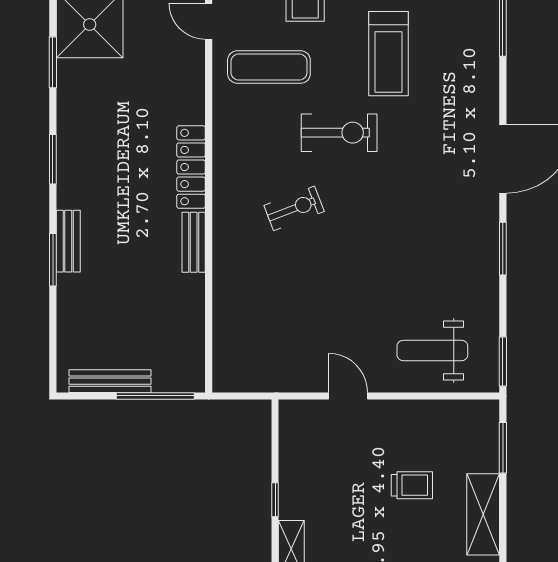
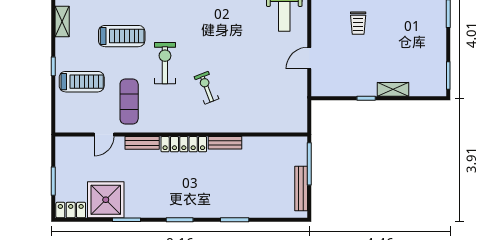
bench: (68, 241) -> (142, 143), moved
trolley: (412, 485) -> (358, 23), turned 180

